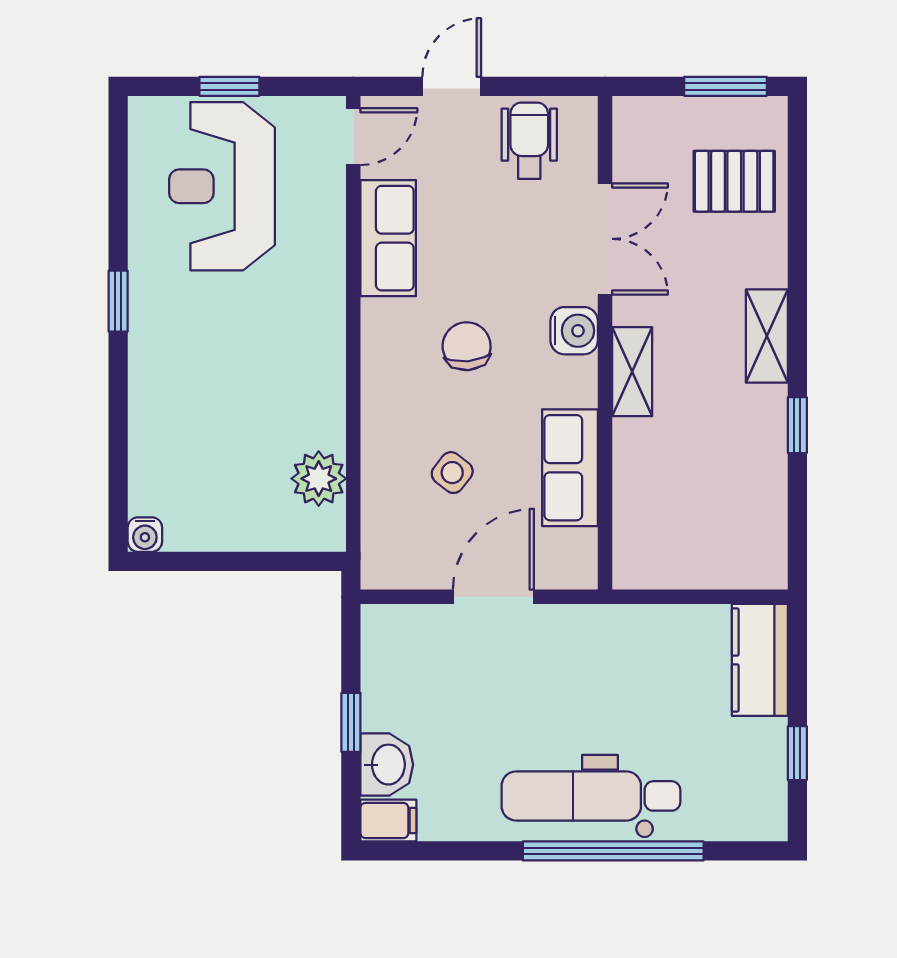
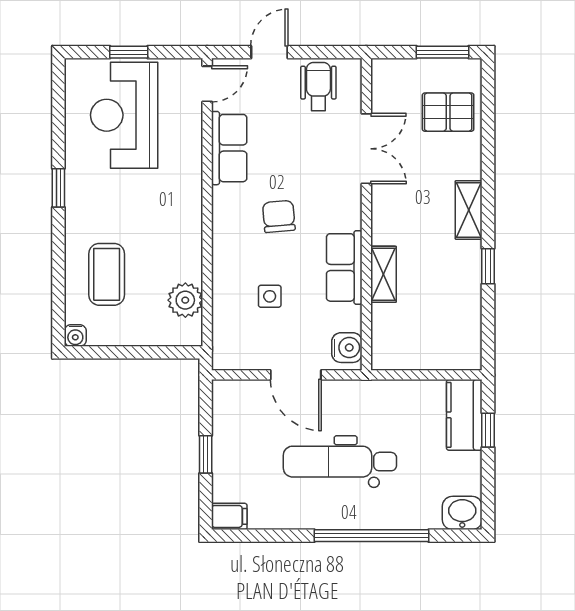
water cooler: (574, 331) -> (347, 348), moved
shelving: (632, 372) -> (384, 274), moved
coffee table: (194, 438) -> (107, 274), added
row of seats: (570, 468) -> (344, 267), moved
side table: (452, 473) -> (270, 296), turned -38
door: (493, 597) -> (296, 375), swing flipped
window: (797, 753) -> (488, 430), moved
washbasin: (387, 765) -> (462, 513), moved, turned -90
dental chair: (591, 796) -> (340, 462), moved

